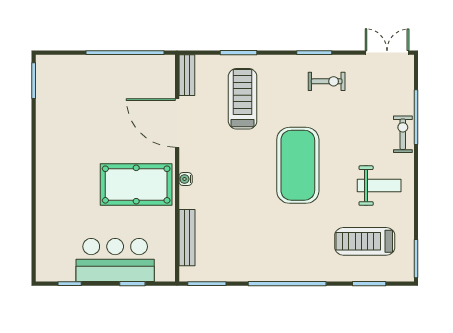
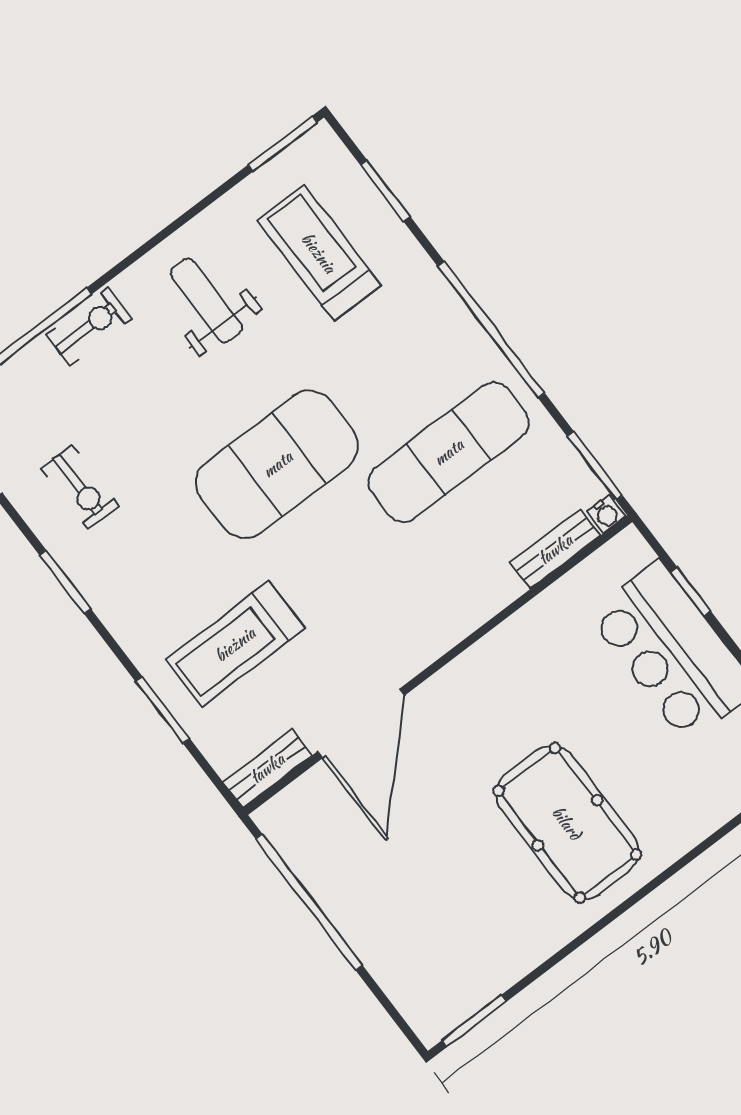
exercise bike: (327, 81) -> (80, 487), moved, turned 180
exercise bike: (403, 134) -> (89, 327), turned 180
water cooler: (186, 179) -> (606, 514), moved
pool table: (136, 185) -> (567, 823), moved
exercise mat: (253, 233) -> (448, 452), added
bench: (187, 238) -> (555, 549), width x0.73
treadmill: (365, 241) -> (319, 253), turned 180

